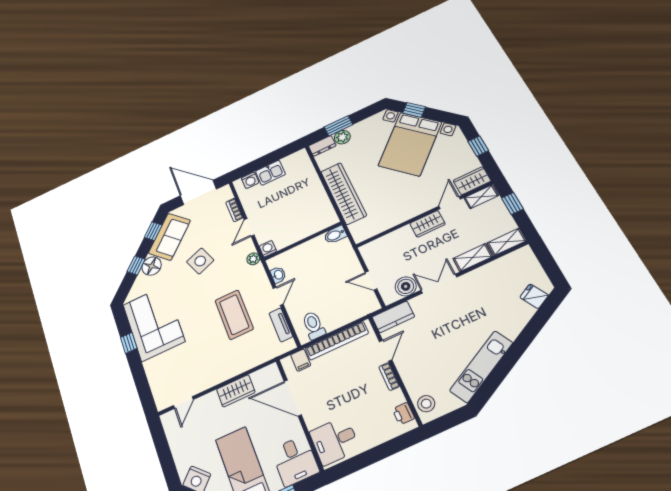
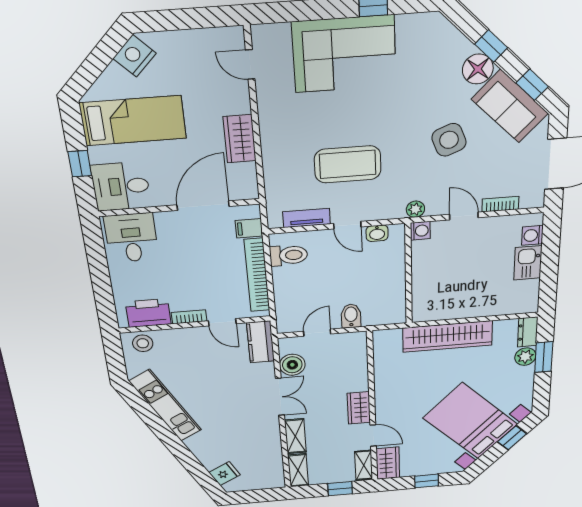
bidet: (335, 235) -> (351, 316), moved
corner sofa: (154, 323) -> (344, 54), moved
printer: (403, 414) -> (148, 313), width x1.87, depth x1.48

